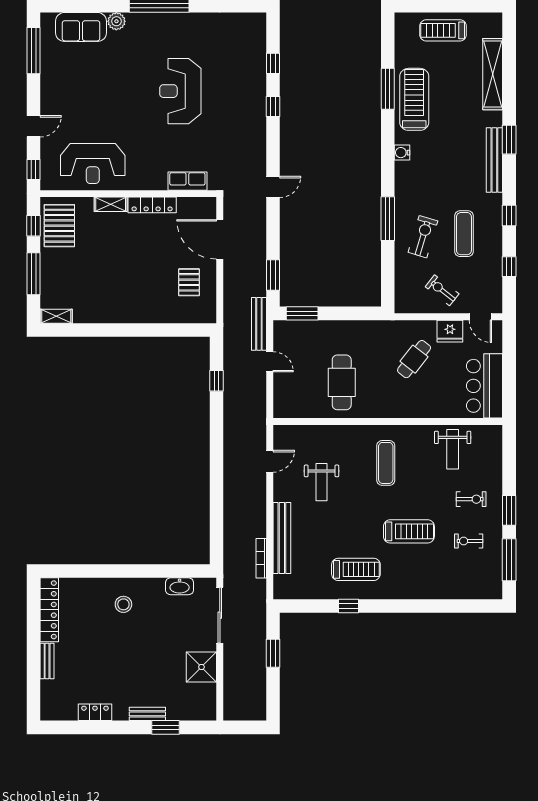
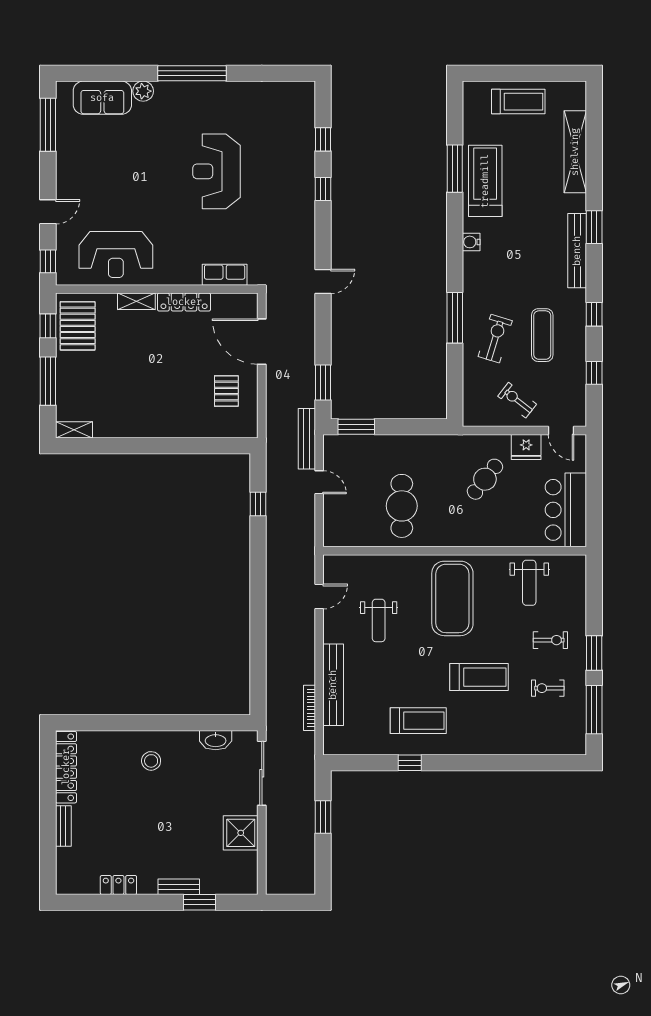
treadmill: (443, 30) -> (518, 102), turned 180
exercise mat: (386, 463) -> (452, 598), width x2.00, depth x1.45

